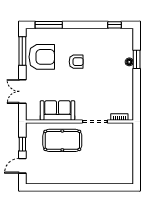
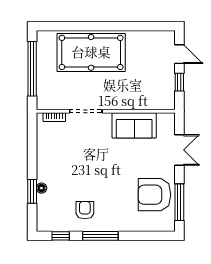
window: (49, 25) -> (100, 236), moved
armchair: (76, 62) -> (85, 210), moved, turned 90
pool table: (62, 140) -> (91, 52), moved, width x1.36, depth x1.32
window: (137, 154) -> (32, 69), added
door: (22, 166) -> (179, 54), hinge flipped

